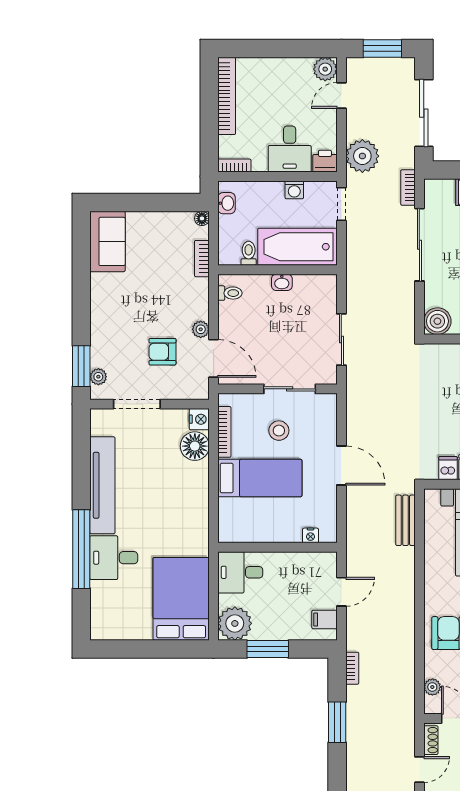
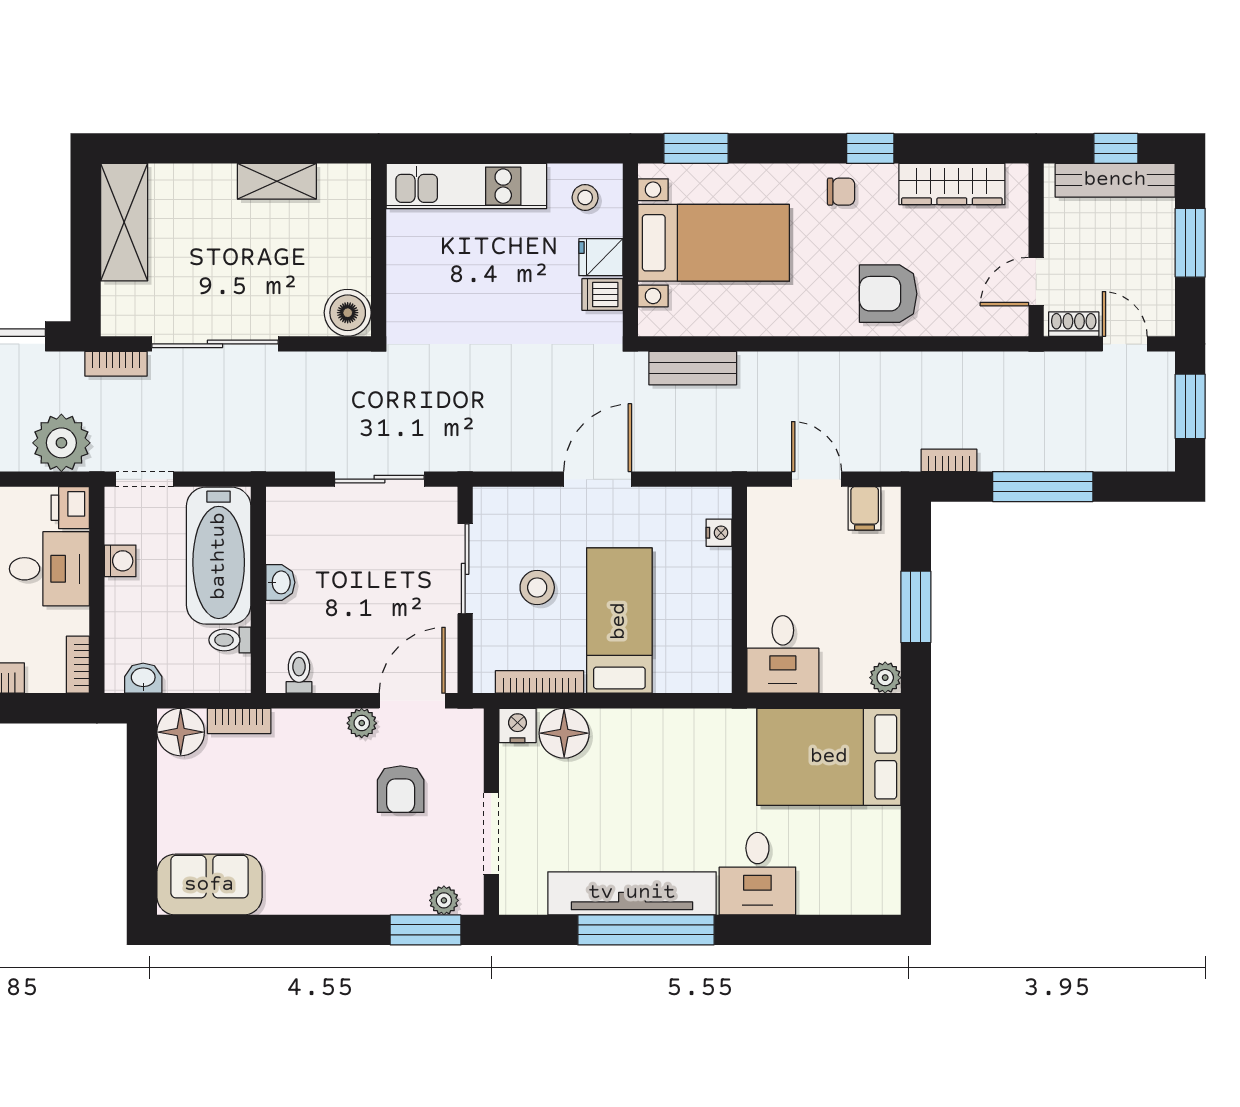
floor lamp: (202, 218) -> (181, 732), width x1.89, depth x1.89
window: (81, 549) -> (646, 930), moved
plant: (235, 623) -> (885, 678), width x0.53, depth x0.53
plant: (432, 687) -> (982, 322), removed
window: (337, 722) -> (1043, 487), width x1.44

